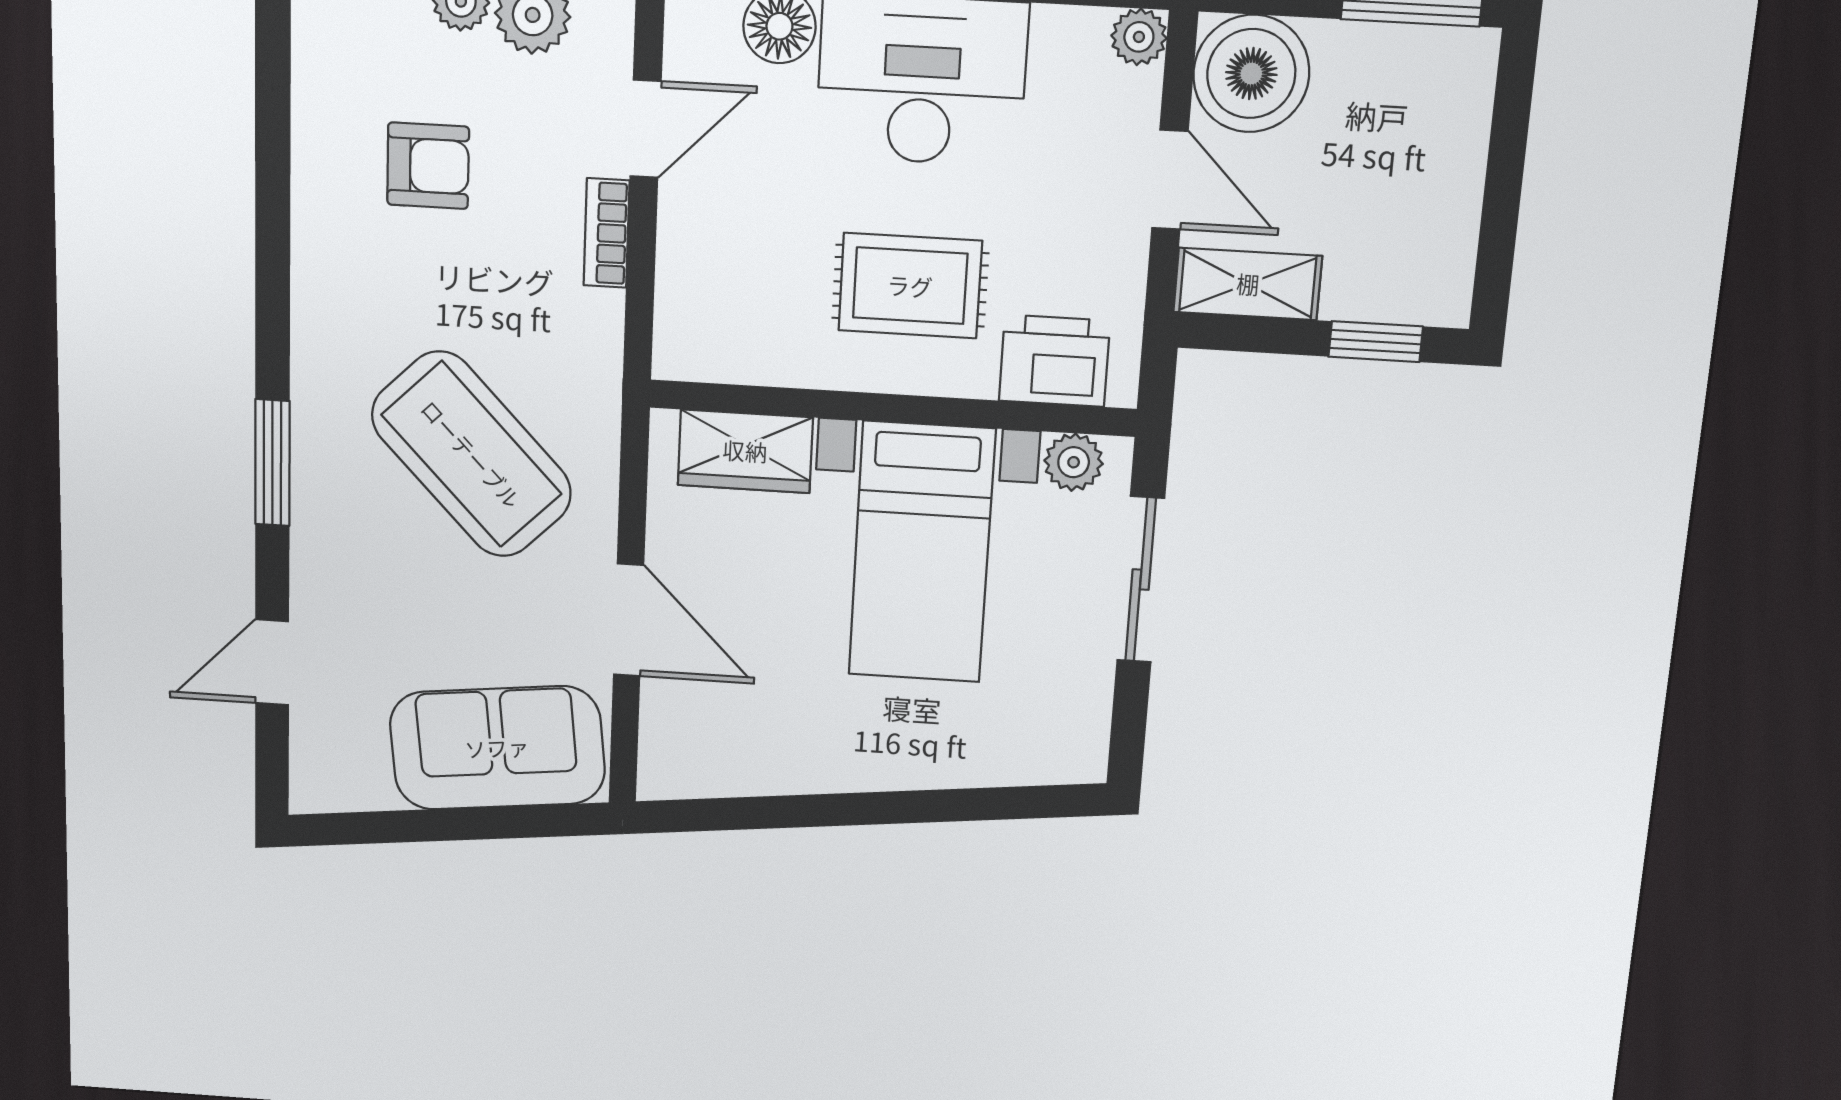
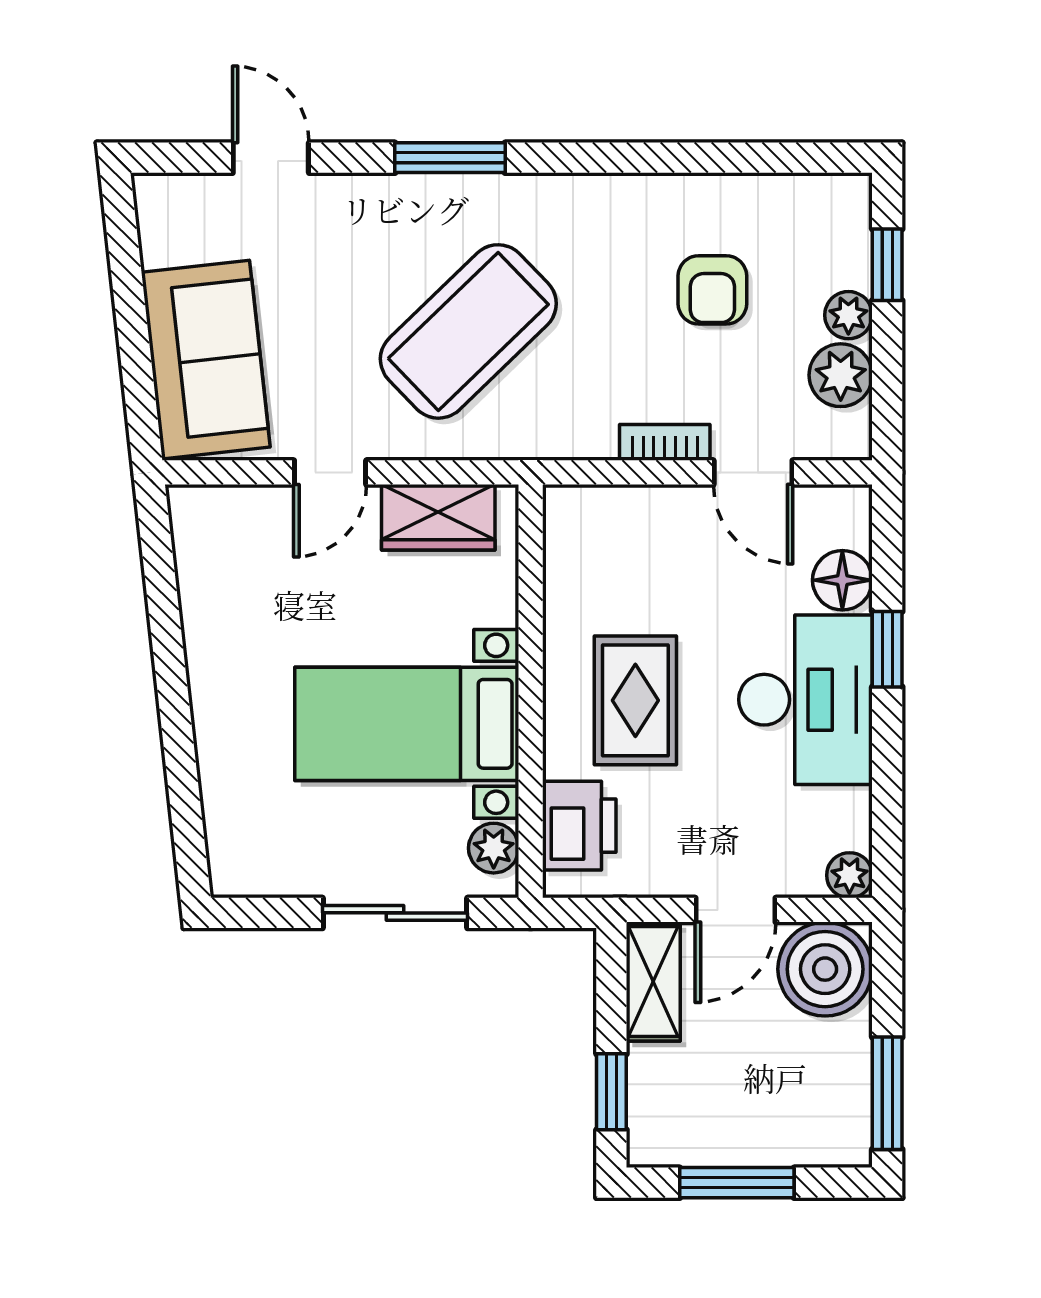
window: (1502, 197) -> (737, 1183), added
wardrobe: (745, 451) -> (438, 517), moved, turned -90
door: (629, 620) -> (330, 472), width x0.73

